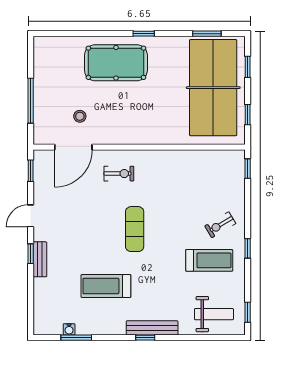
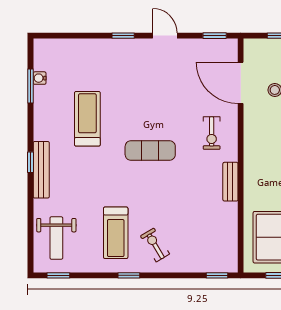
bench: (40, 259) -> (230, 182), moved, turned 90

